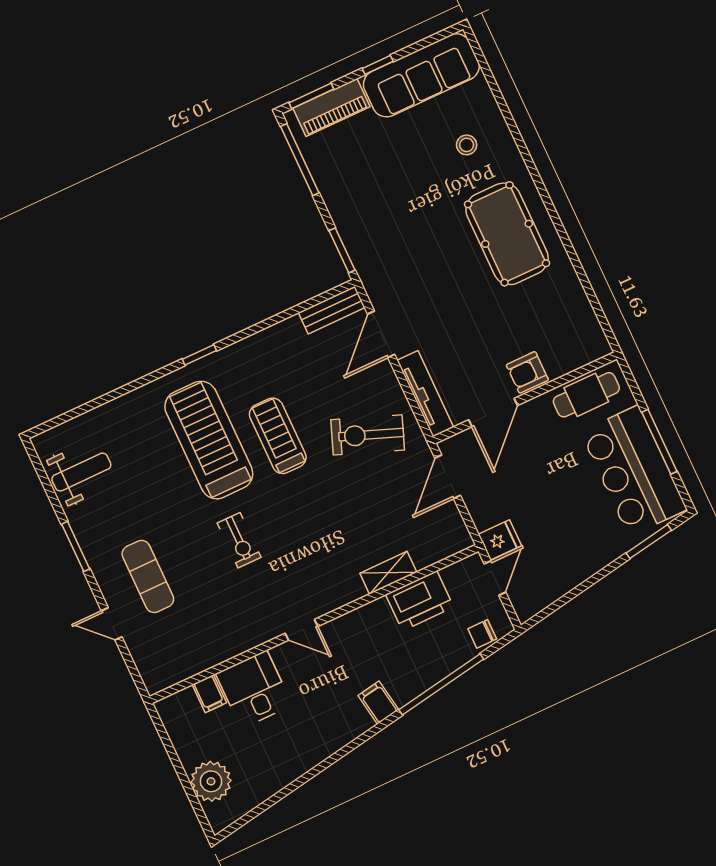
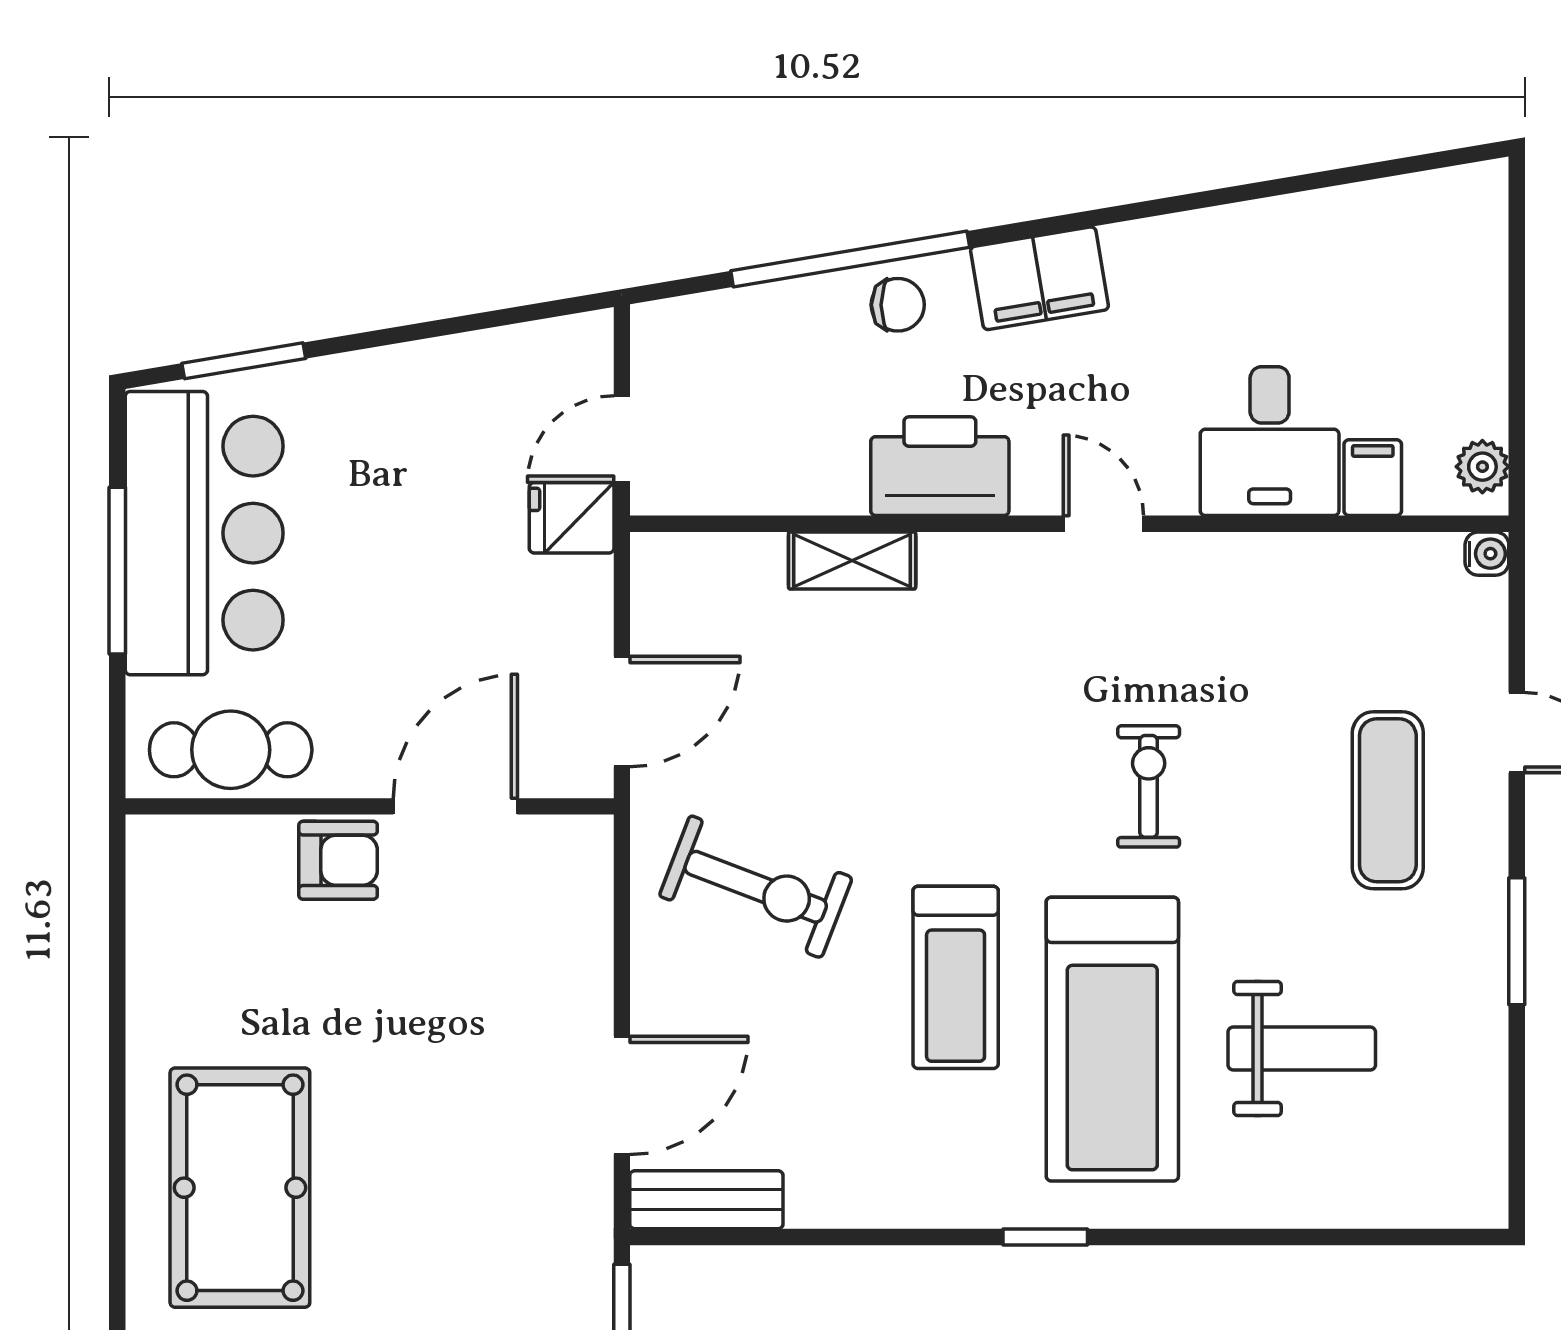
tv unit: (425, 394) -> (586, 918), removed
weight bench: (81, 472) -> (1302, 1049), moved, turned 180
printer: (420, 601) -> (940, 466), moved
chair: (482, 634) -> (898, 305), moved
water cooler: (154, 685) -> (1487, 554), added
filing cabinet: (378, 703) -> (1039, 278), width x2.00
plant: (211, 781) -> (1482, 467), moved, width x0.53, depth x0.53

